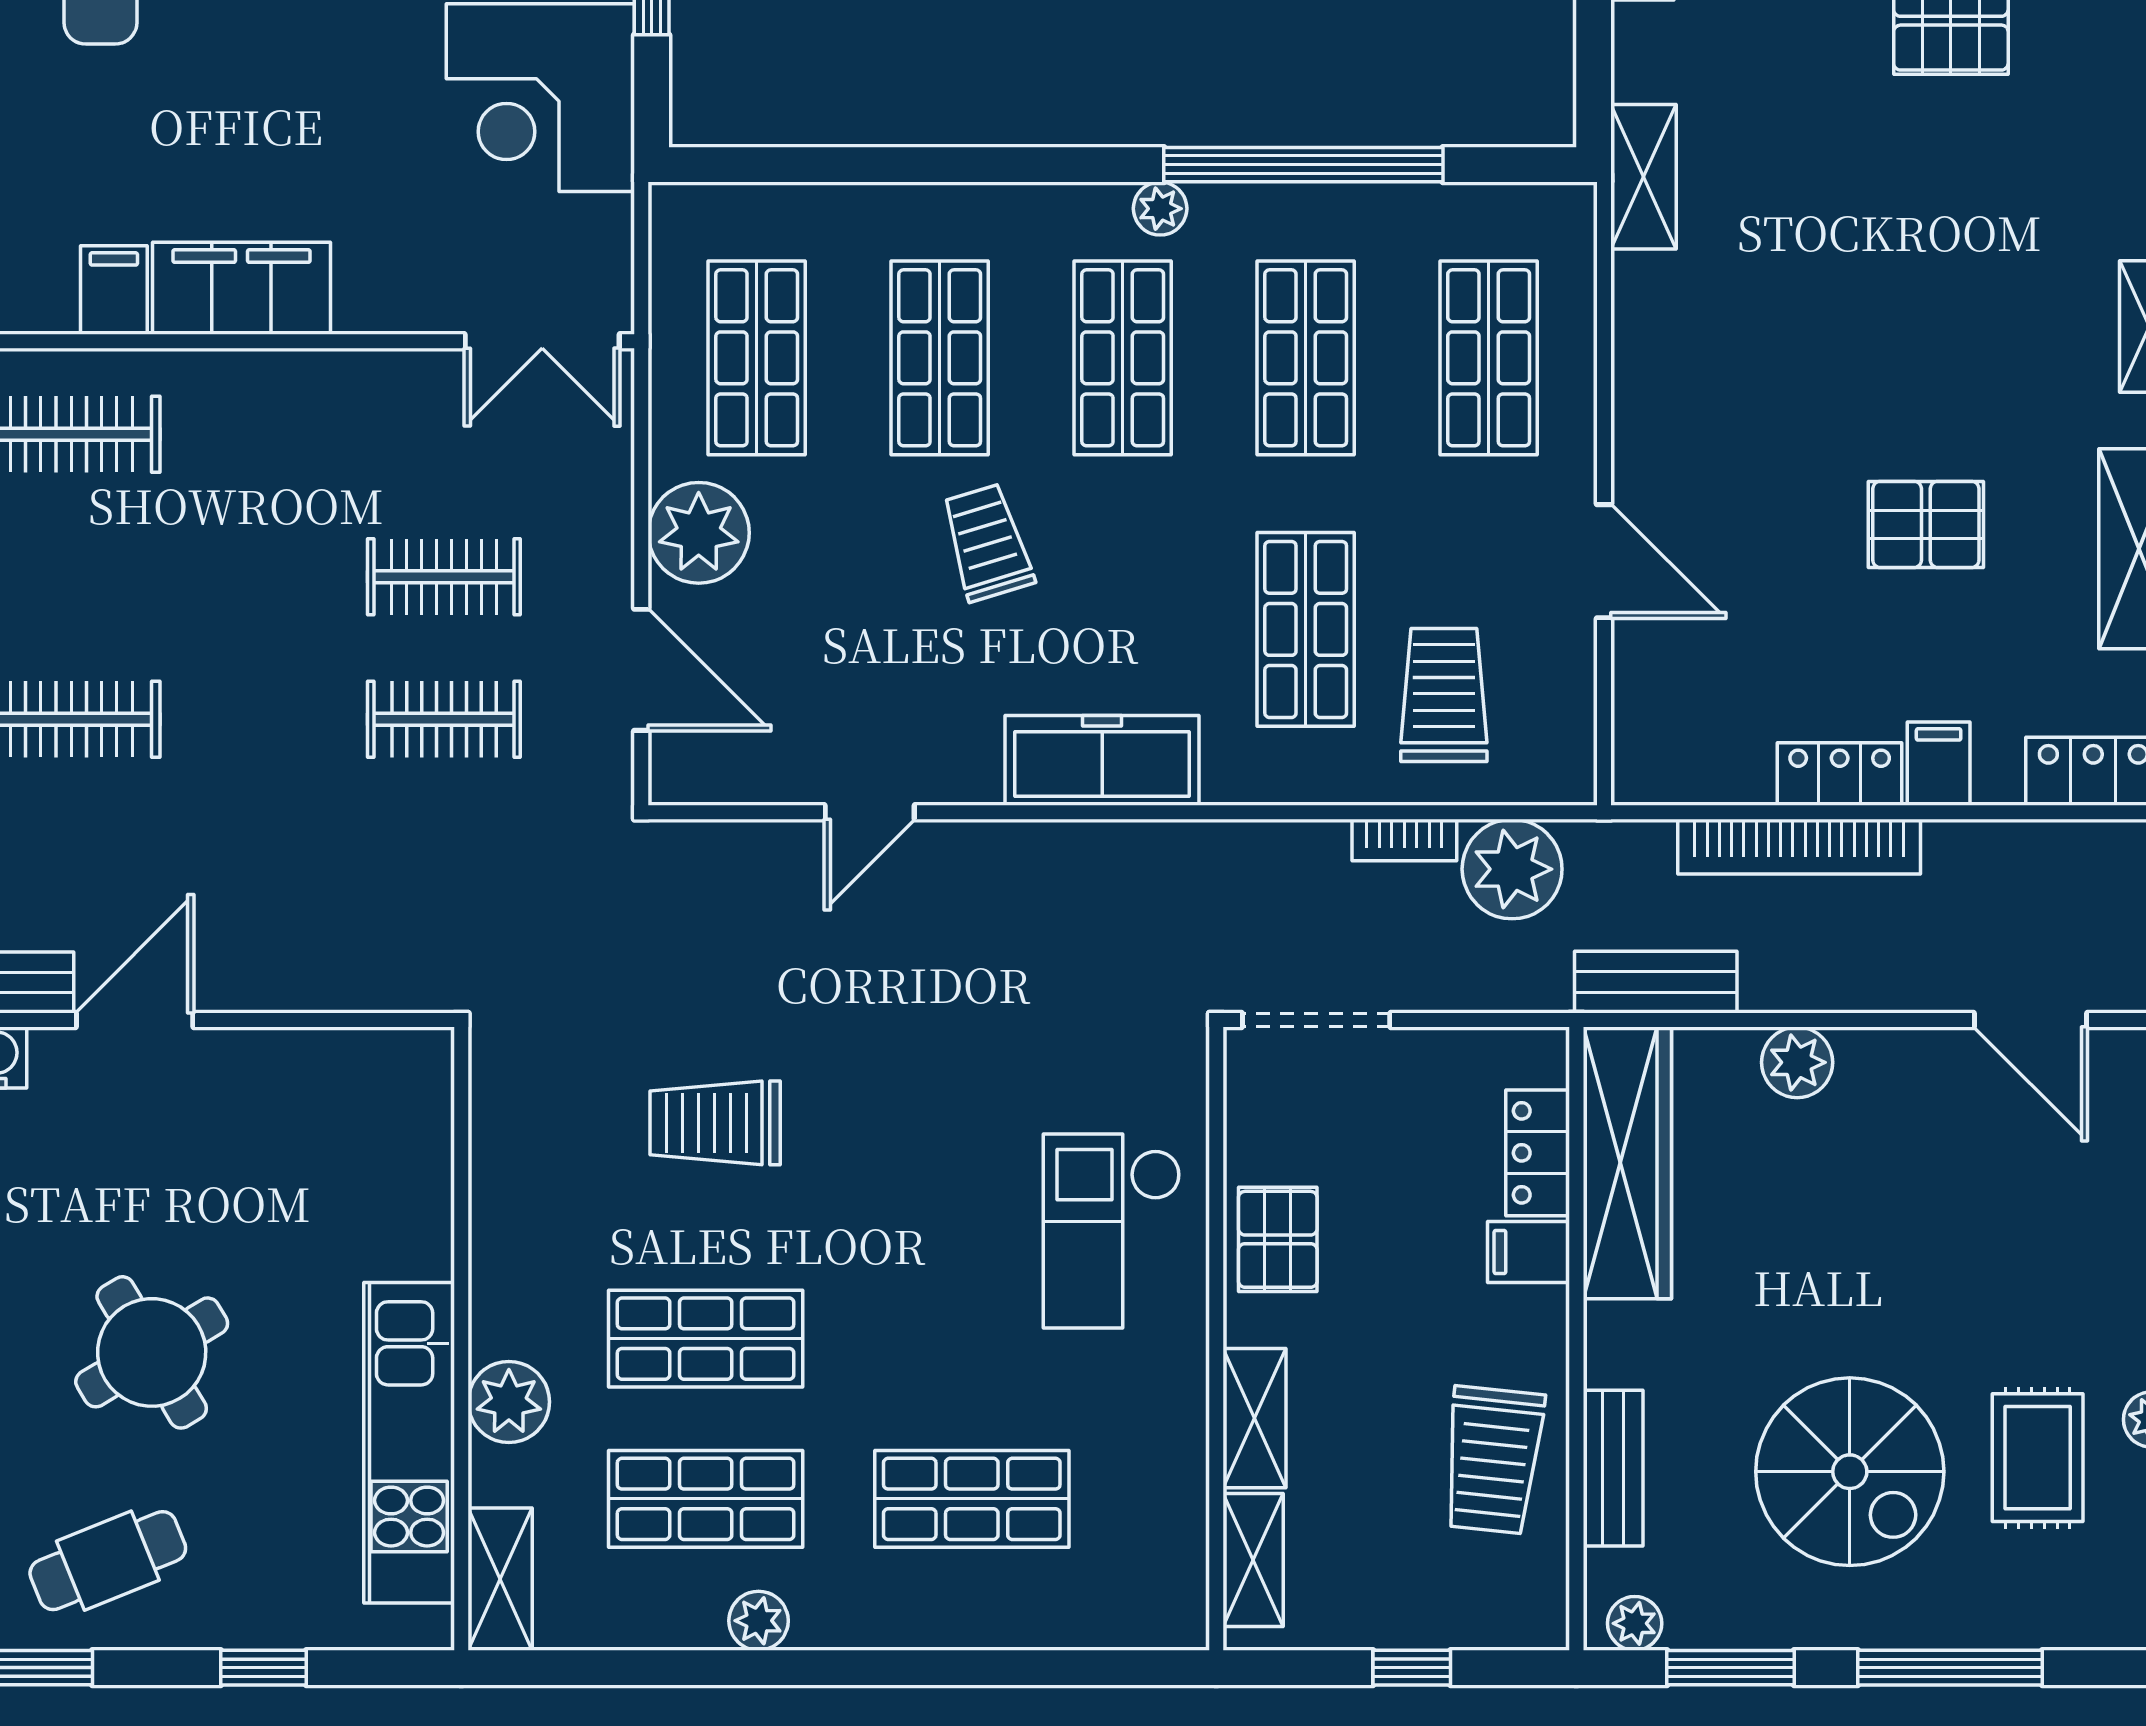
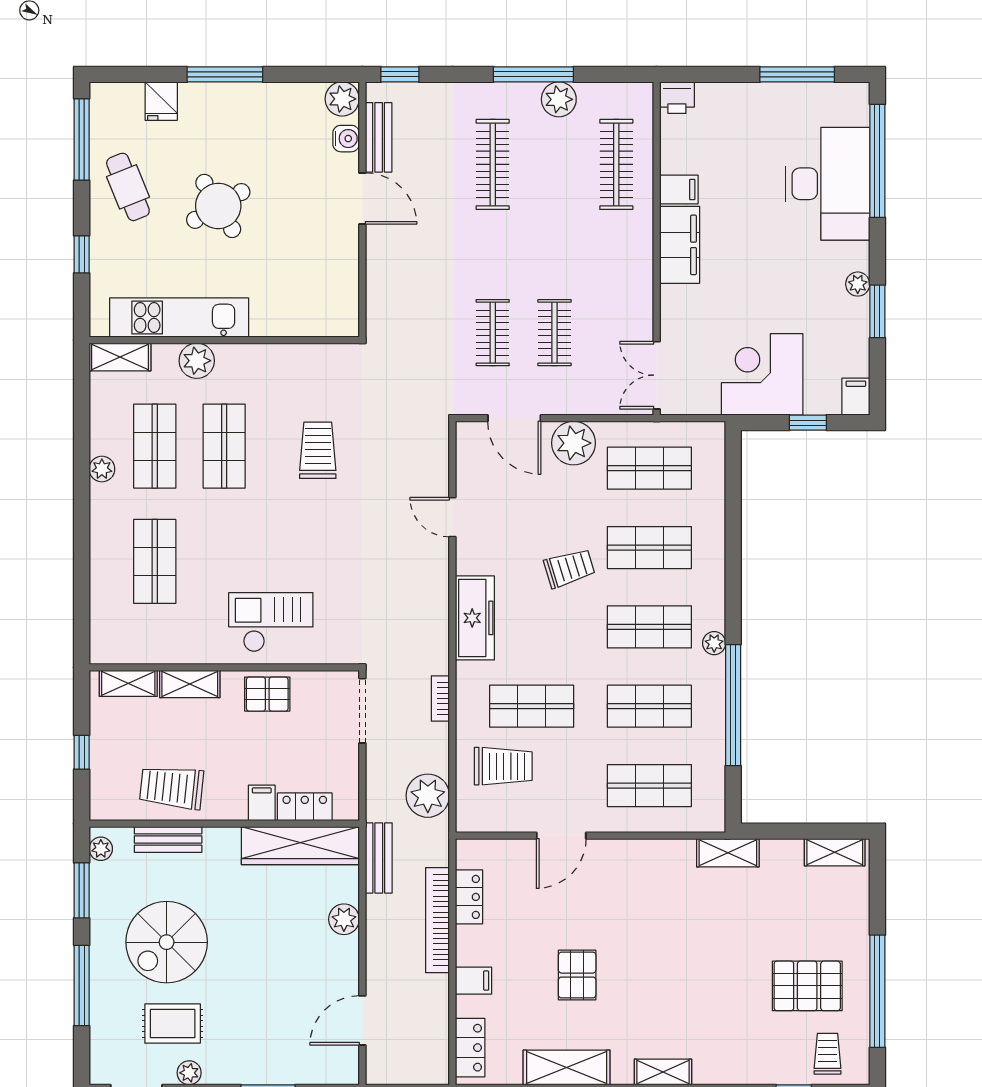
door: (641, 670) -> (514, 418), hinge flipped
locker: (1840, 774) -> (469, 897), moved
bookcase: (1404, 840) -> (440, 699), moved

